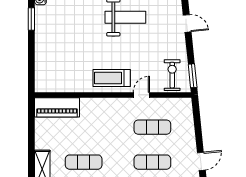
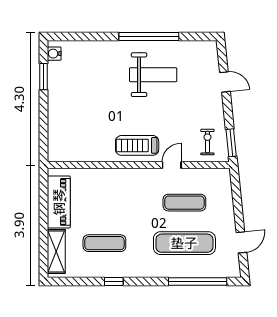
exercise bike: (172, 75) -> (207, 142), width x0.73, depth x0.72
piano: (57, 107) -> (59, 202), moved, turned -90
exercise mat: (152, 162) -> (184, 243), width x1.36, depth x1.45

